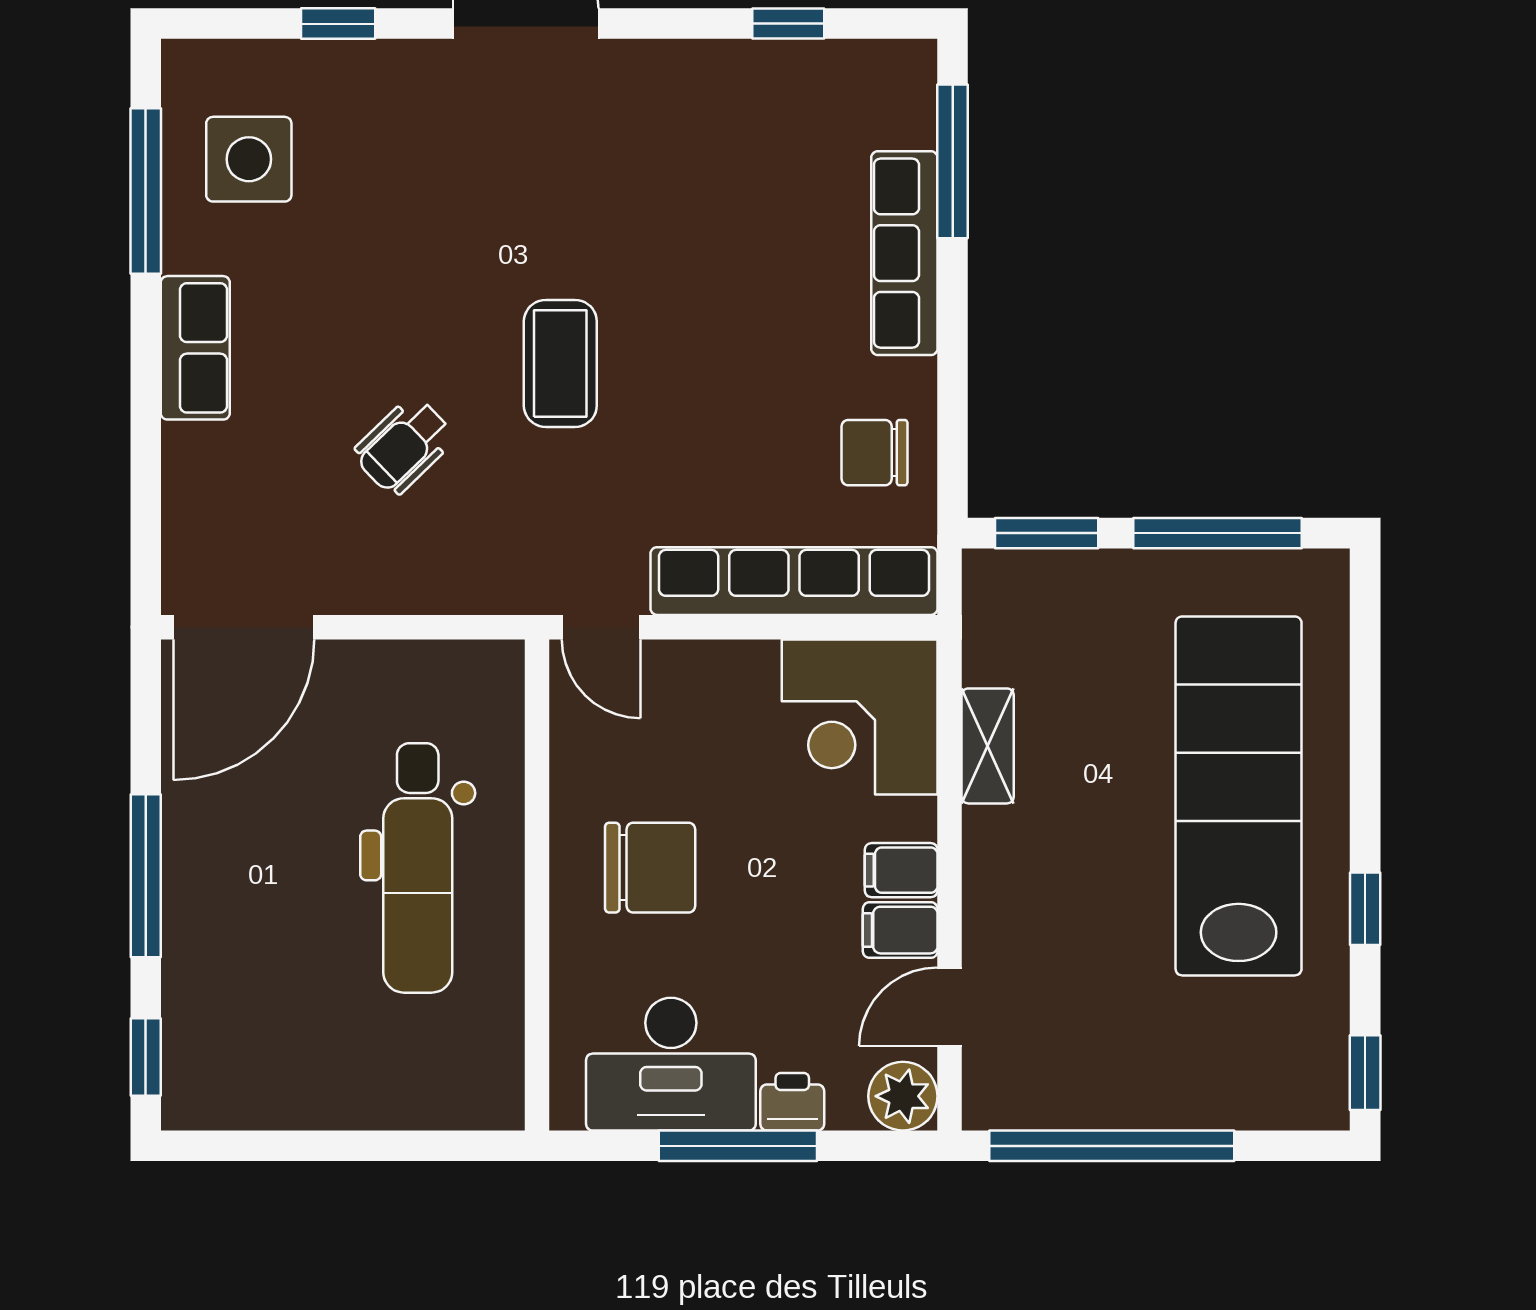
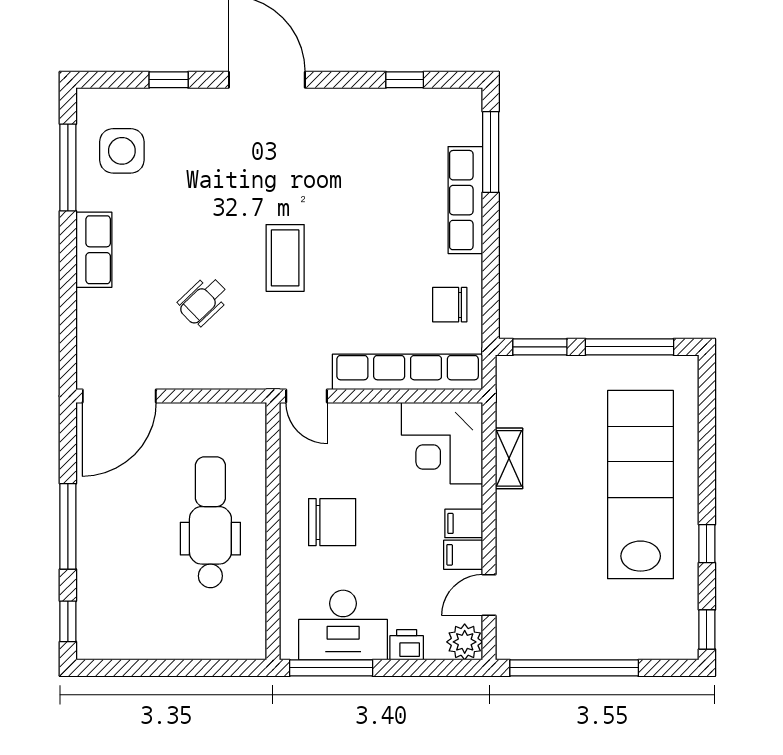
dental chair: (418, 868) -> (210, 522), turned 180
window: (738, 1146) -> (331, 668), moved

